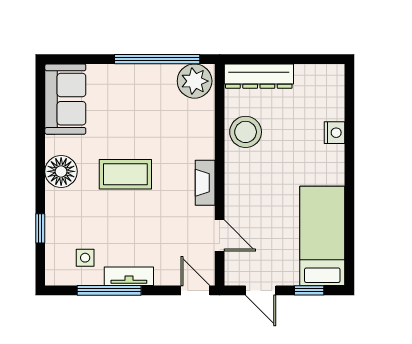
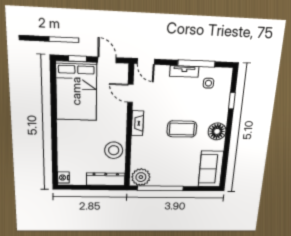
nightstand: (335, 133) -> (63, 178), moved
bed: (322, 236) -> (76, 91), width x1.50

